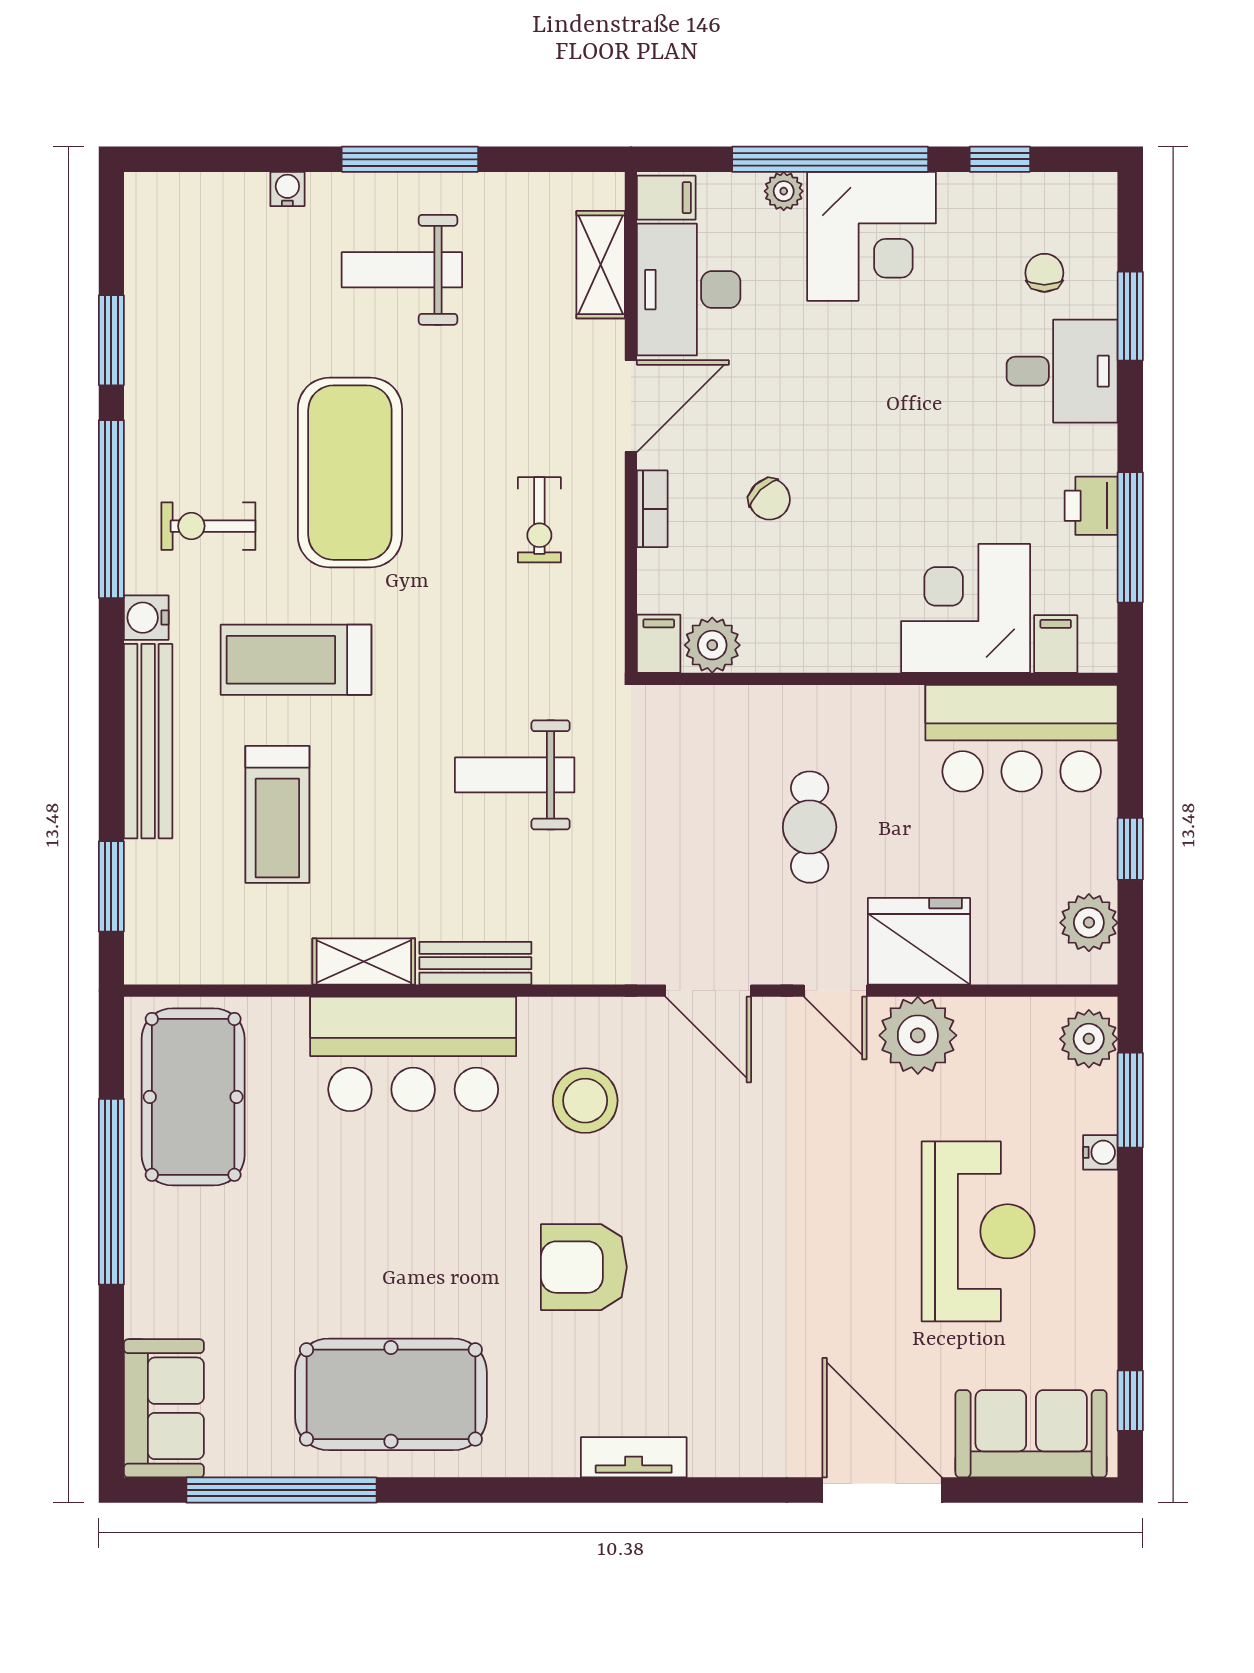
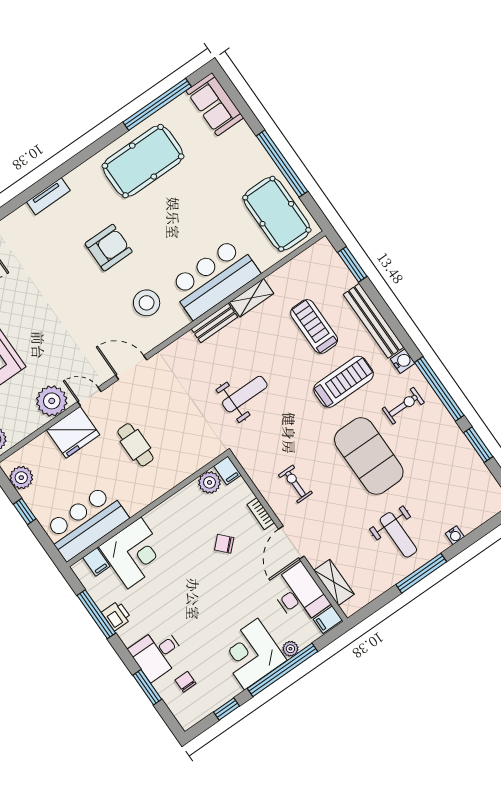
weight bench: (402, 270) -> (398, 535), turned 90
chair: (1044, 273) -> (186, 682), turned 180

